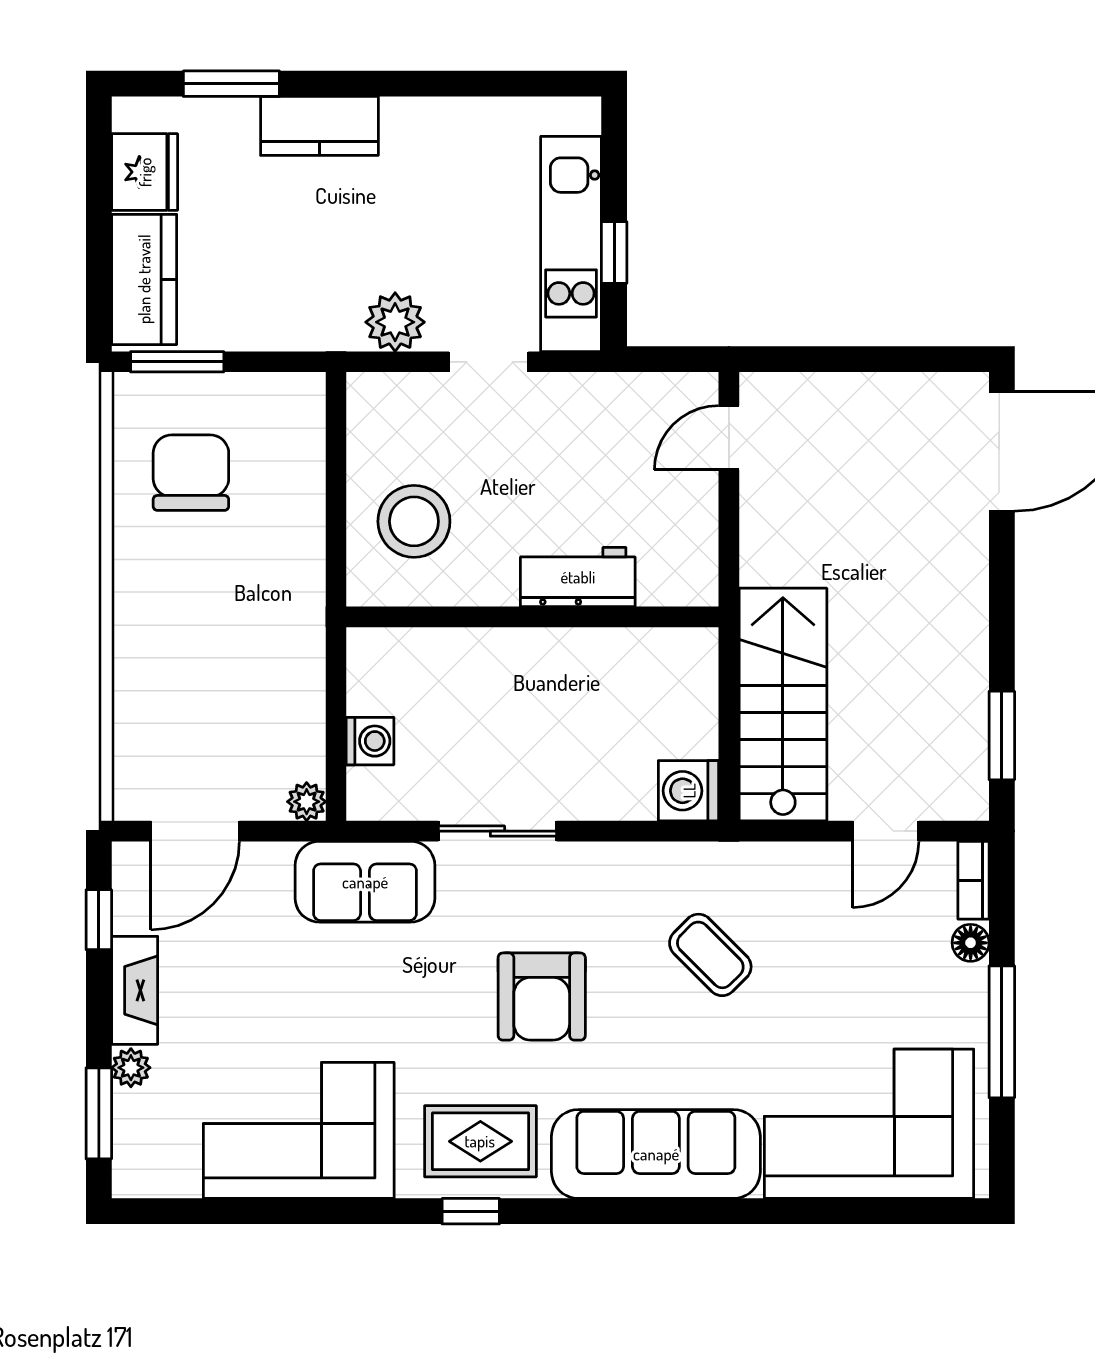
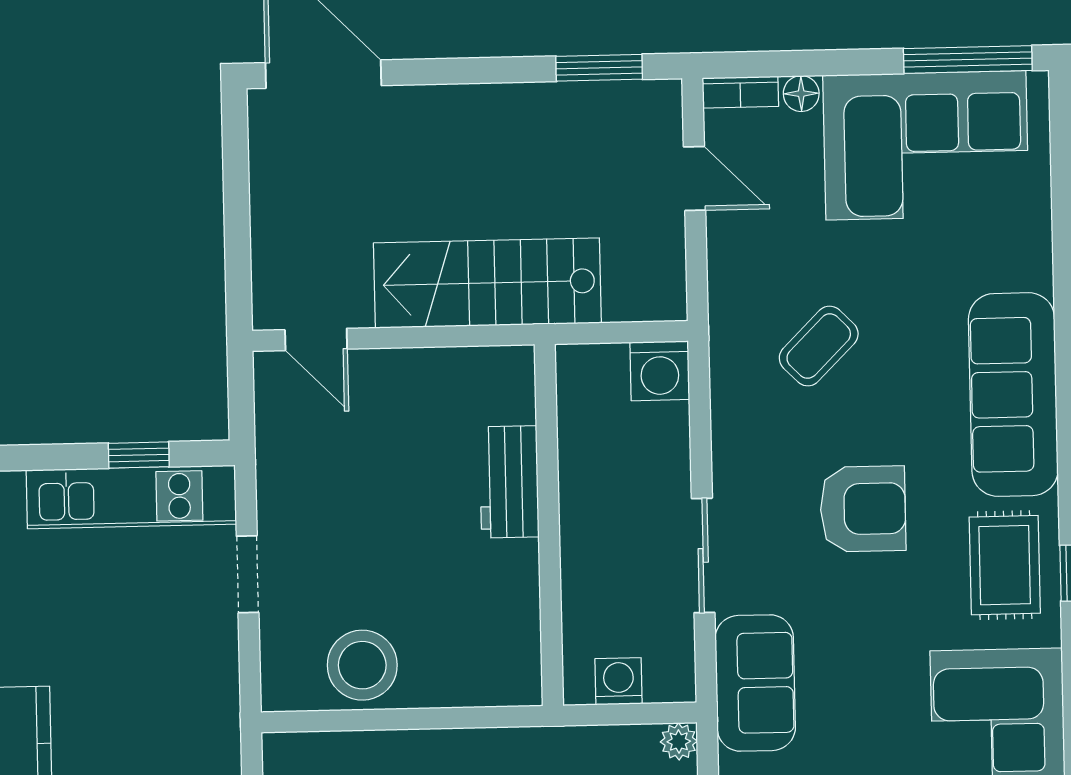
plant: (395, 322) -> (211, 666), removed
stool: (414, 521) -> (362, 665), moved
workbench: (578, 577) -> (509, 482), moved
wall: (532, 617) -> (549, 525), moved
stairs: (783, 705) -> (487, 283), moved
window: (1002, 1032) -> (968, 59), moved
corner sofa: (869, 1124) -> (926, 145), moved, turned -90

